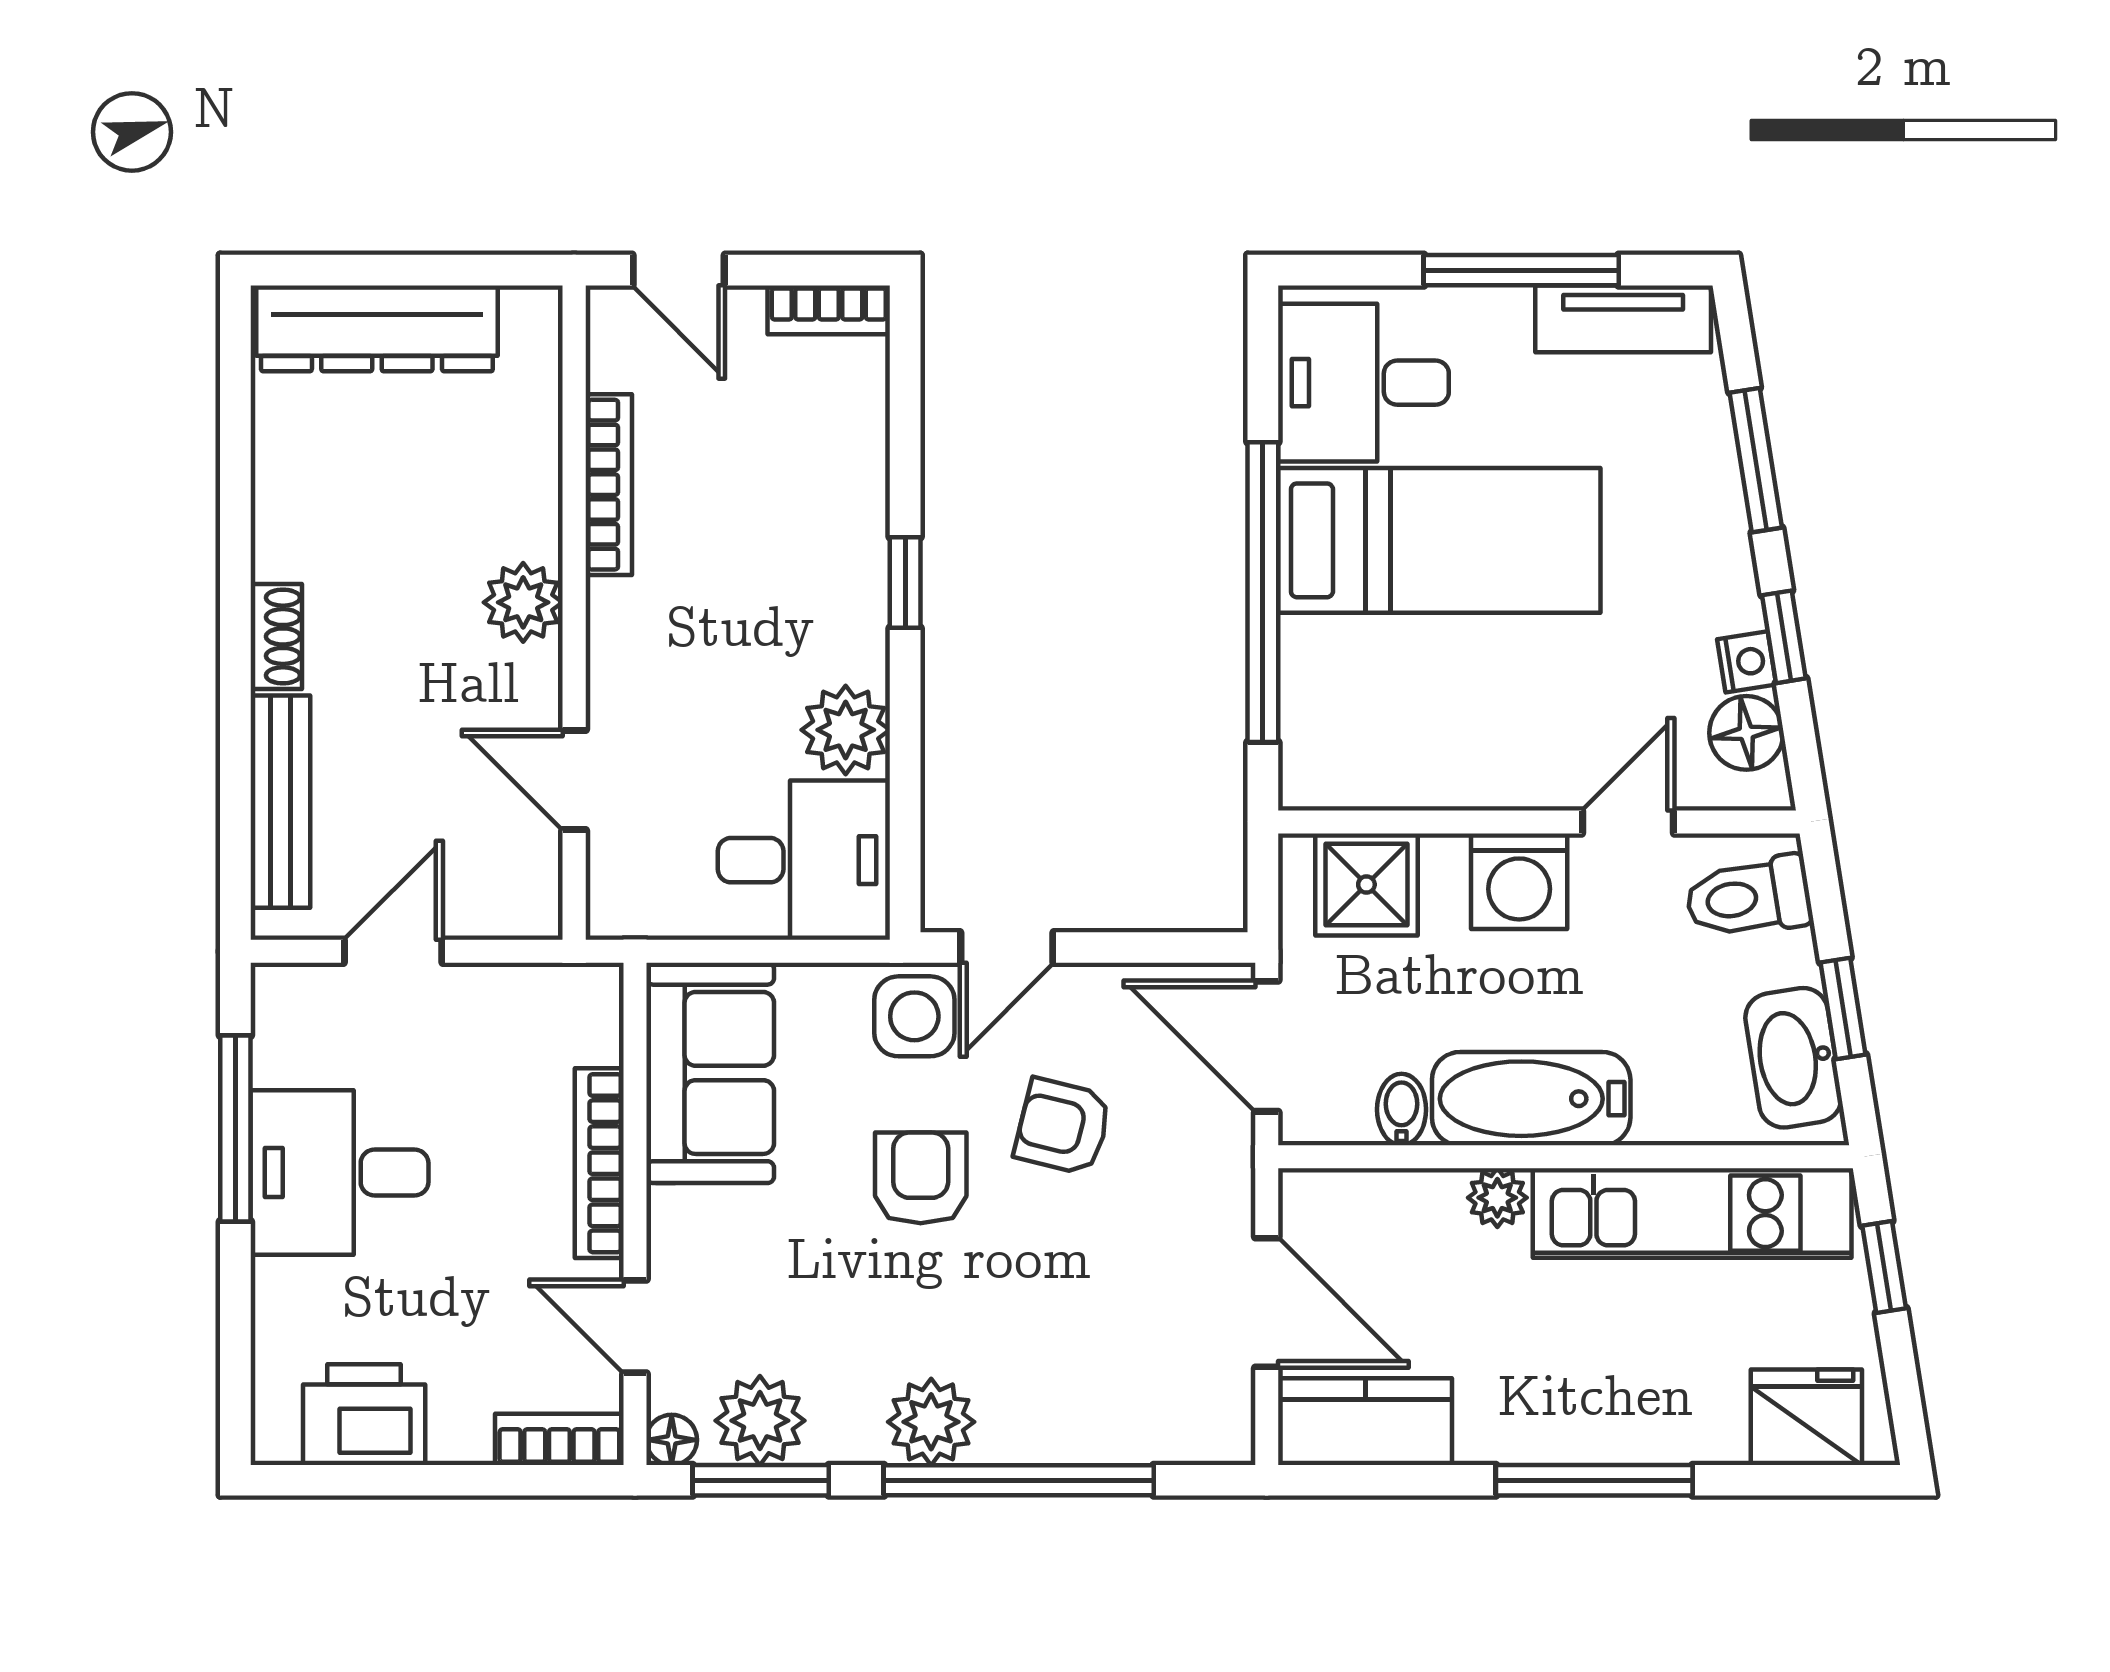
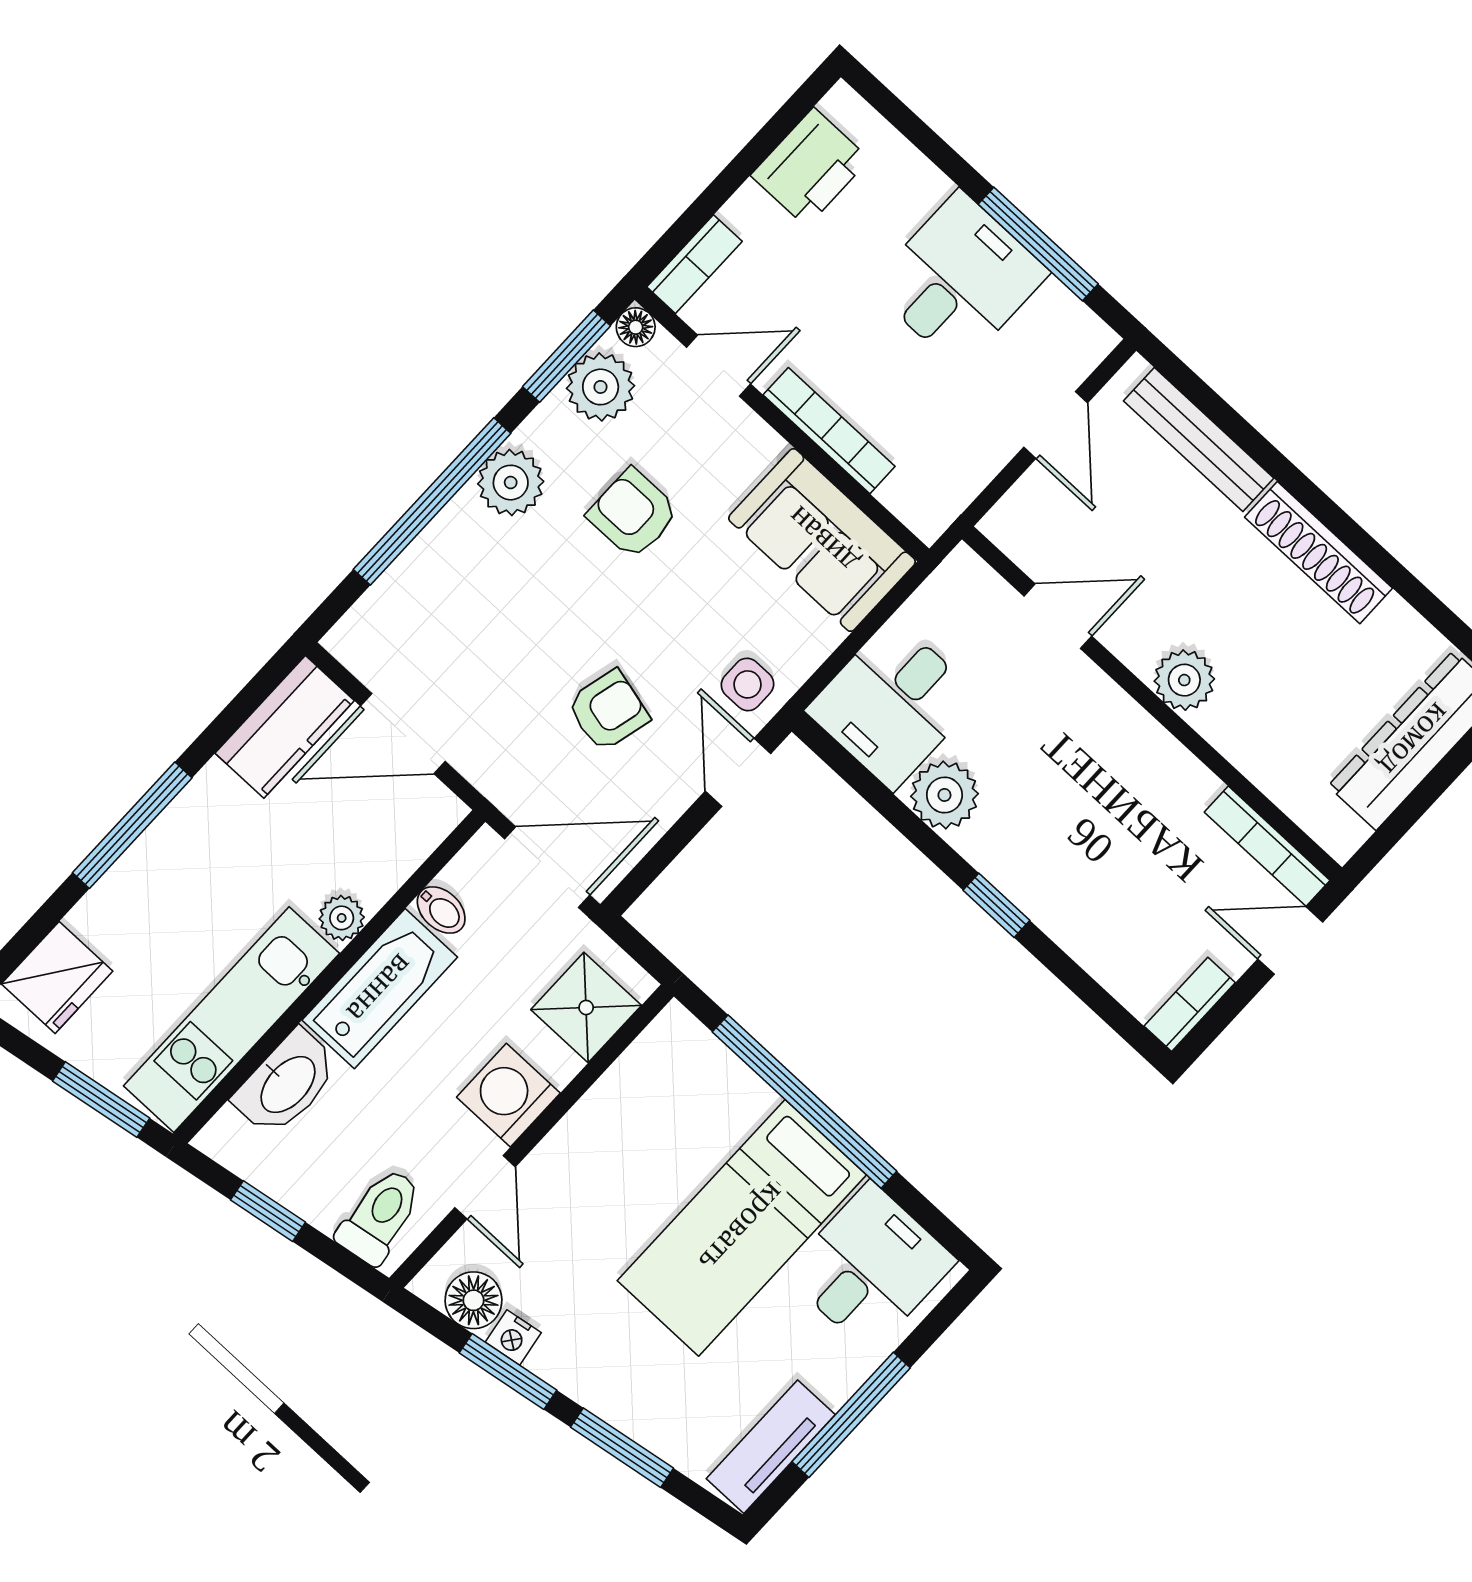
bookcase: (609, 485) -> (1267, 846), moved
shoe rack: (276, 636) -> (1319, 553), width x1.94, depth x1.24
window: (1784, 637) -> (508, 1371), width x1.50
side table: (914, 1016) -> (748, 684), width x0.73, depth x0.73
washbasin: (1793, 1058) -> (287, 1083), moved, turned 99
armchair: (921, 1178) -> (633, 514), moved, turned 180
window: (1884, 1267) -> (101, 1100), width x1.50

